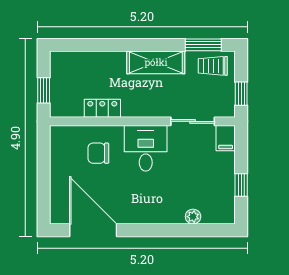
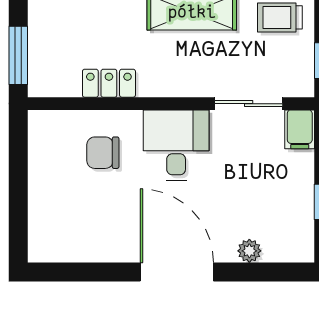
window: (44, 90) -> (18, 55), width x1.50
door: (93, 230) -> (177, 272), moved

